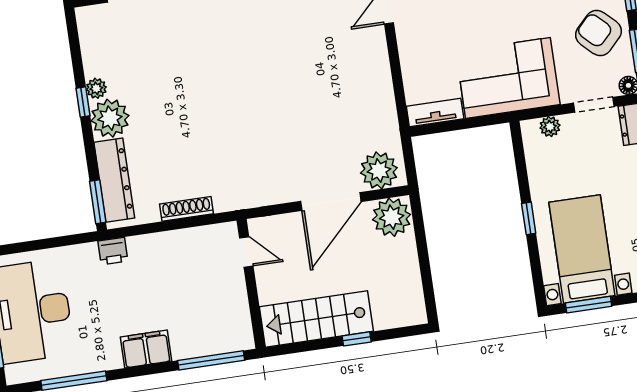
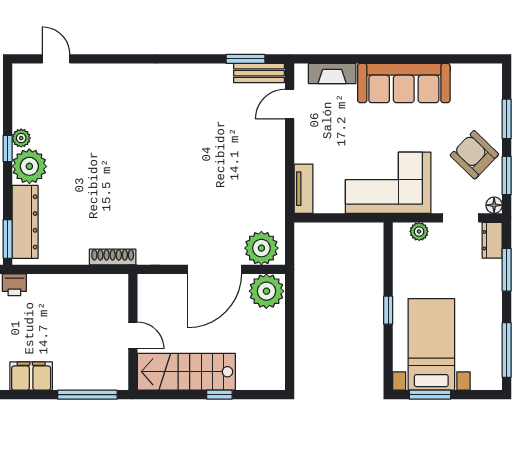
tv unit: (435, 113) -> (303, 189), moved, turned 90
shoe rack: (186, 209) -> (113, 257), moved
door: (246, 252) -> (133, 335), moved

